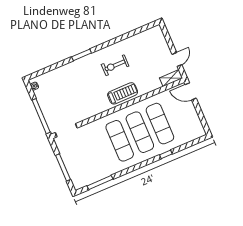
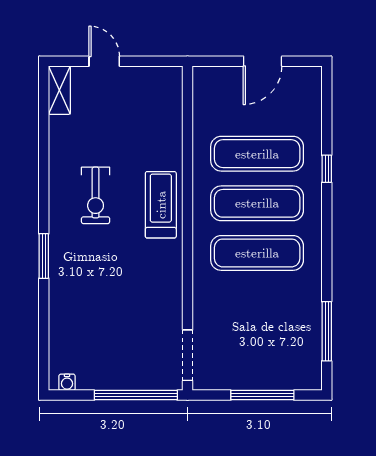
door: (177, 59) -> (104, 61), moved
shelving: (171, 78) -> (59, 90), moved
door: (191, 91) -> (263, 61), moved

